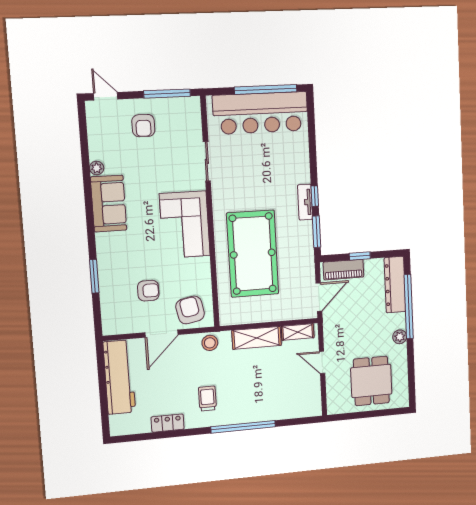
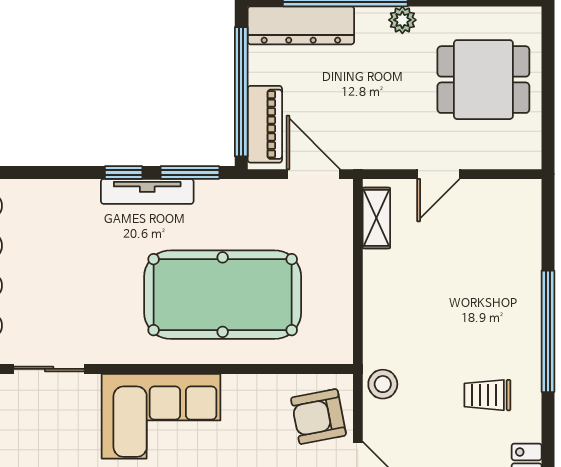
tv unit: (305, 202) -> (147, 191), width x1.41
window: (360, 256) -> (241, 92), width x3.17
shelving: (257, 338) -> (381, 296), removed

